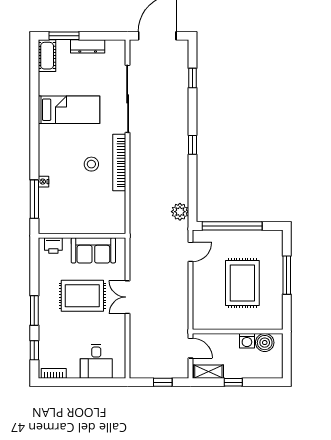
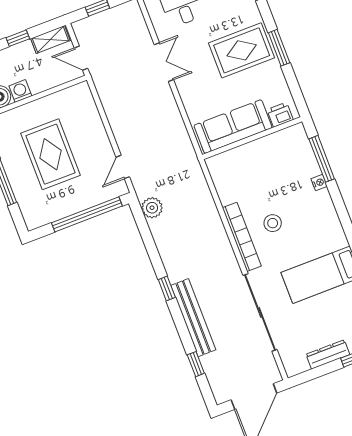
bench: (181, 115) -> (193, 318), added
sofa: (93, 250) -> (233, 127), width x1.36
rug: (82, 296) -> (242, 50), moved
double door: (128, 297) -> (164, 62), moved
window: (34, 310) -> (279, 48), moved

